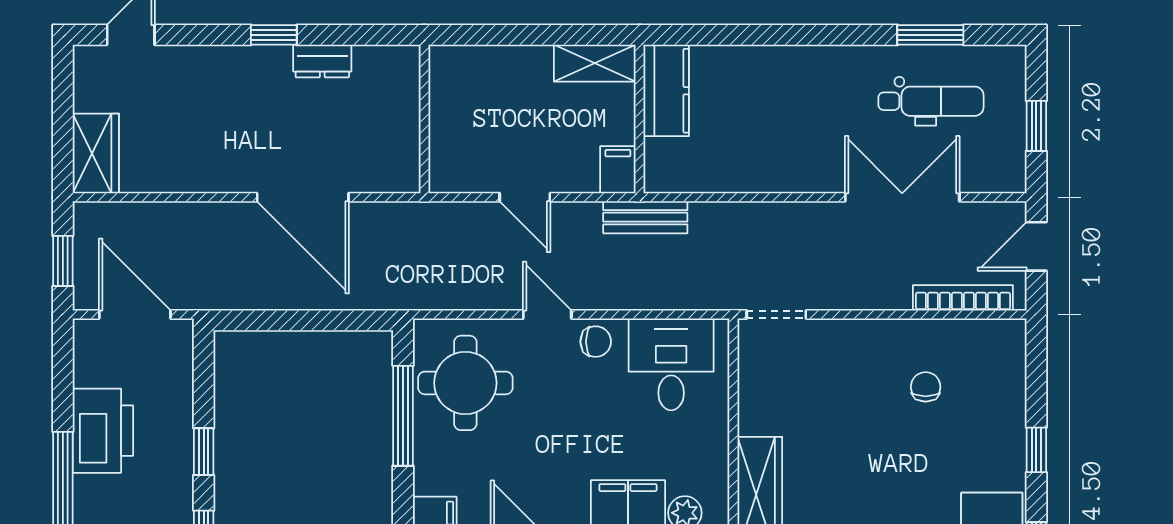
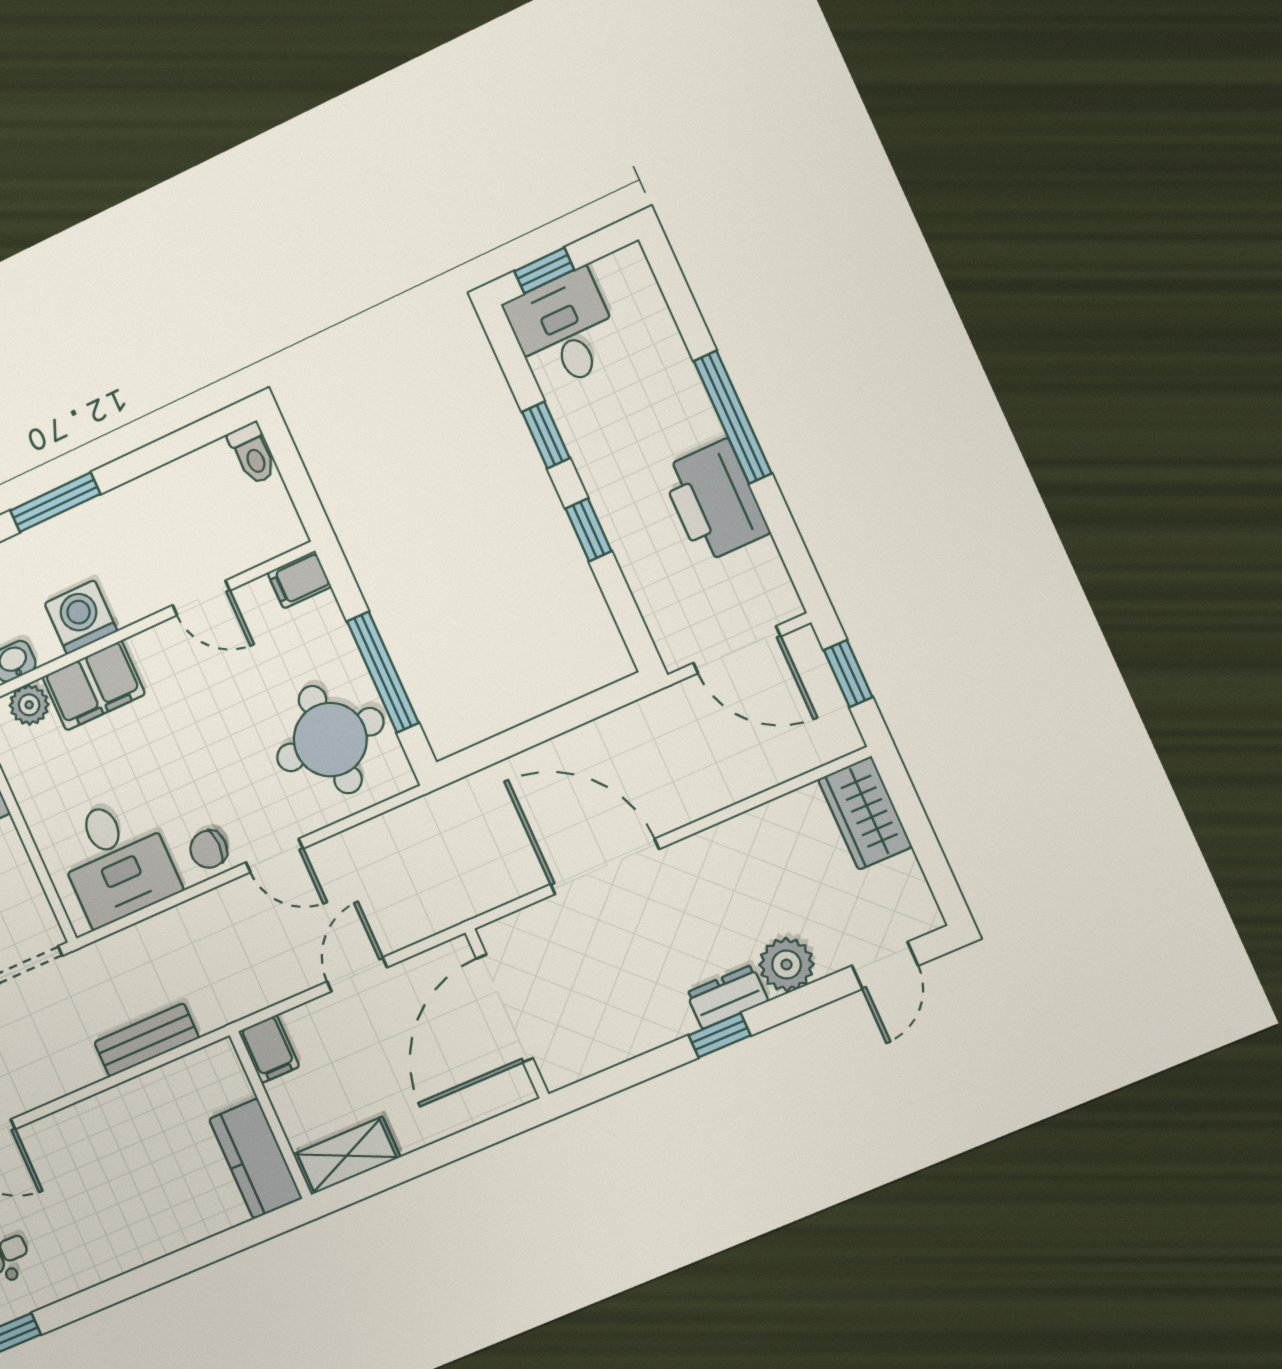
dresser: (322, 61) -> (727, 997), moved
plant: (202, 66) -> (786, 965), added
door: (425, 124) -> (505, 1008), added
door: (525, 197) -> (357, 974), hinge flipped
bench: (645, 217) -> (147, 1040), moved

